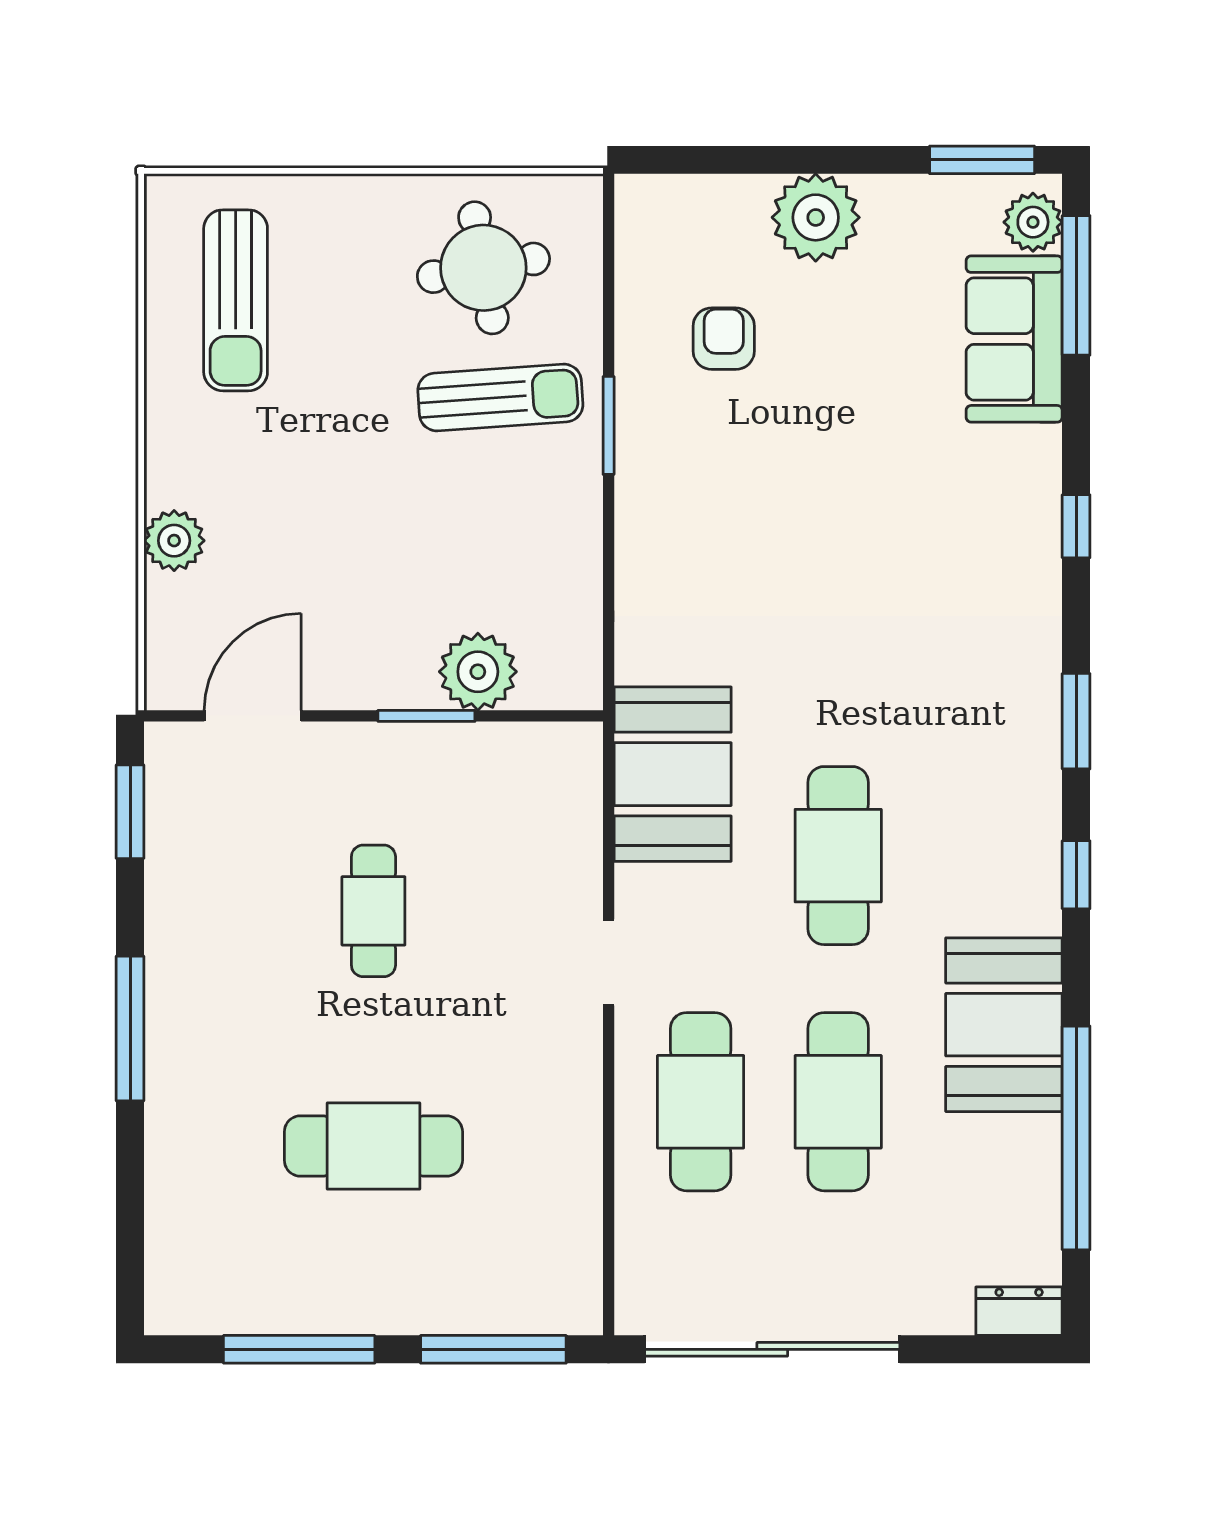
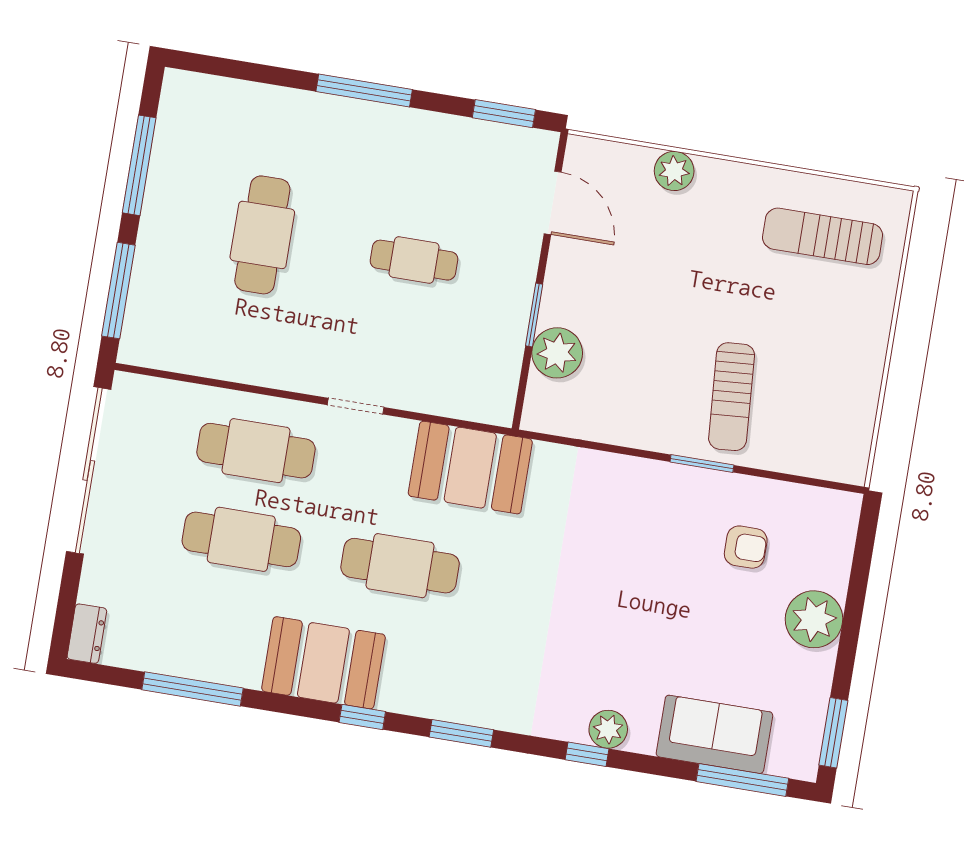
plant: (1033, 222) -> (608, 729), moved
round table: (483, 268) -> (817, 400), removed
booth: (1004, 1025) -> (323, 663), moved
window: (1076, 1138) -> (193, 689), width x0.68

